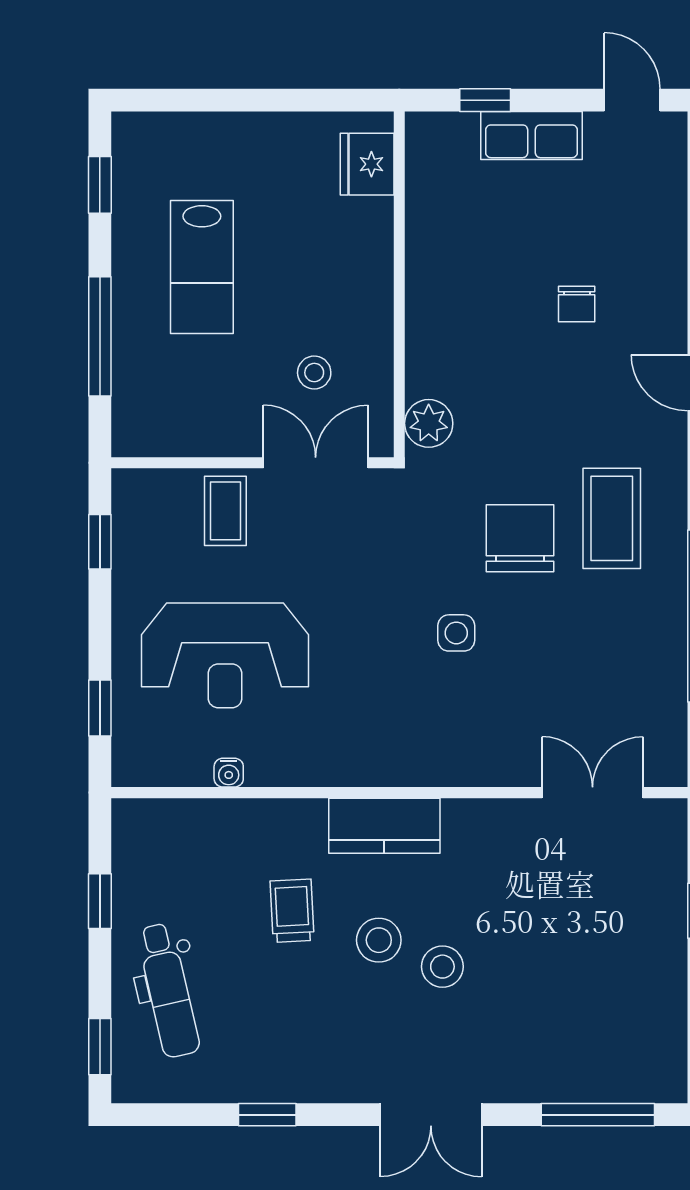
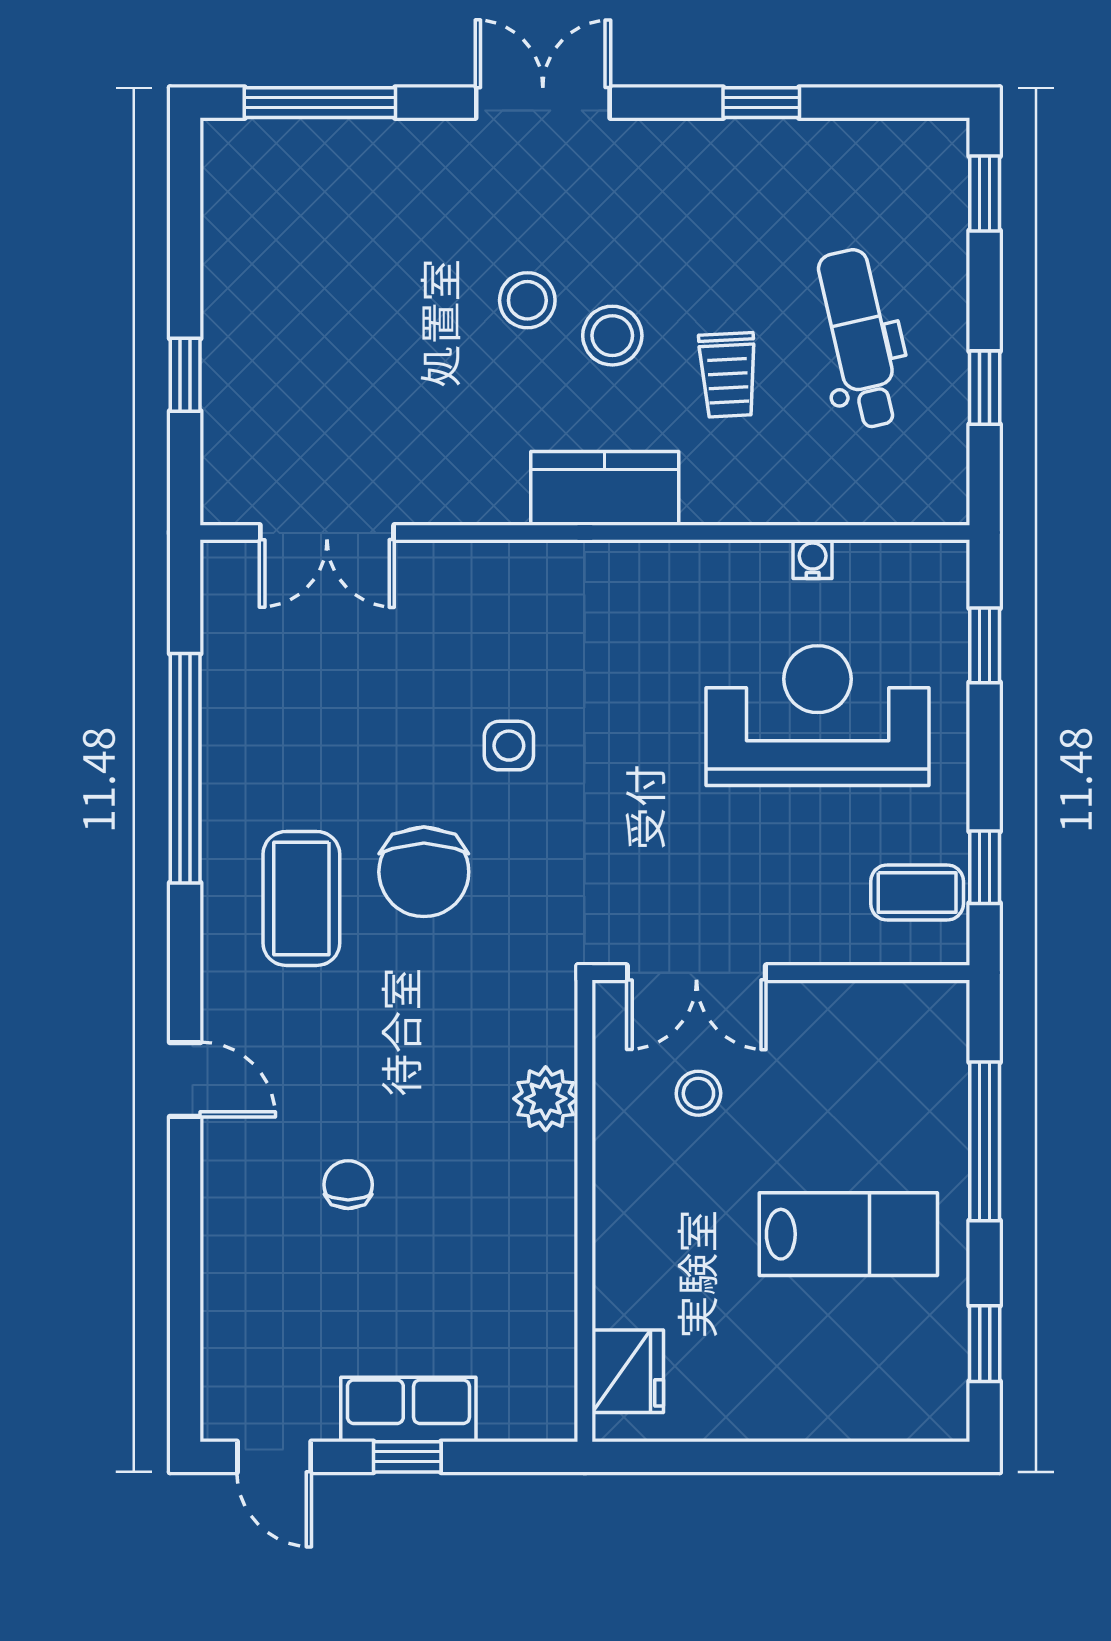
window: (485, 100) -> (407, 1457), moved
lab bench: (202, 267) -> (848, 1234), turned 90
plant: (429, 423) -> (546, 1099), moved
coffee table: (225, 511) -> (917, 892), moved, turned 90
dental chair: (168, 990) -> (860, 339), moved

